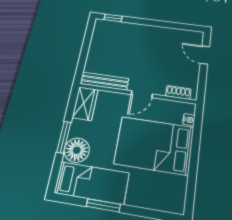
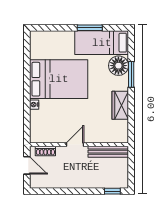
bench: (104, 81) -> (108, 152), moved
shoe rack: (178, 92) -> (45, 151), moved
wall: (137, 94) -> (79, 145), moved
door: (142, 94) -> (75, 145), moved

